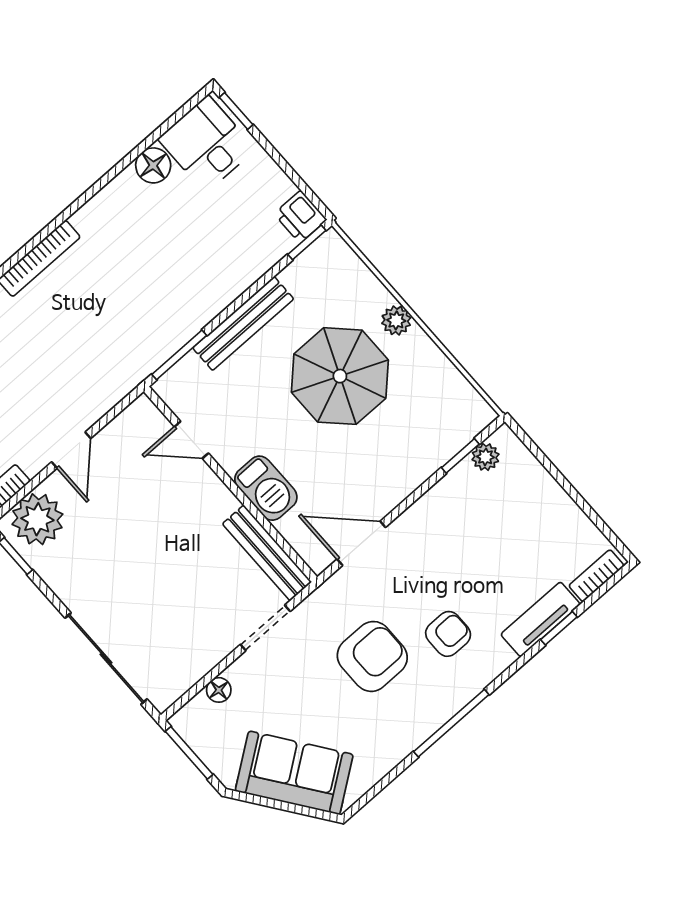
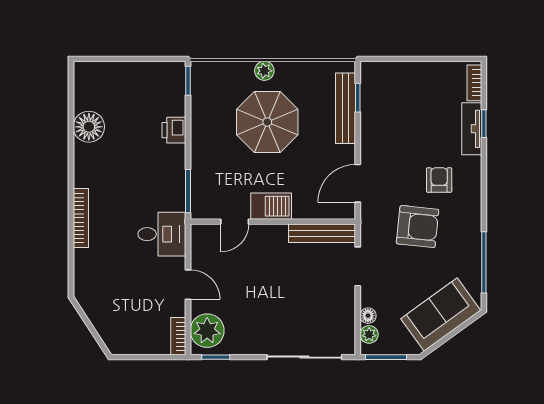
window: (236, 111) -> (94, 59), removed
desk: (207, 144) -> (162, 234), moved, turned 180
floor lamp: (153, 165) -> (89, 127), width x1.38, depth x1.38
printer: (300, 217) -> (174, 130), moved, turned 90
bench: (243, 323) -> (346, 108), moved
plant: (485, 457) -> (369, 334), moved
barbecue: (266, 488) -> (271, 206), moved
armchair: (372, 656) -> (418, 227), turned 96
window: (451, 723) -> (484, 262), moved

